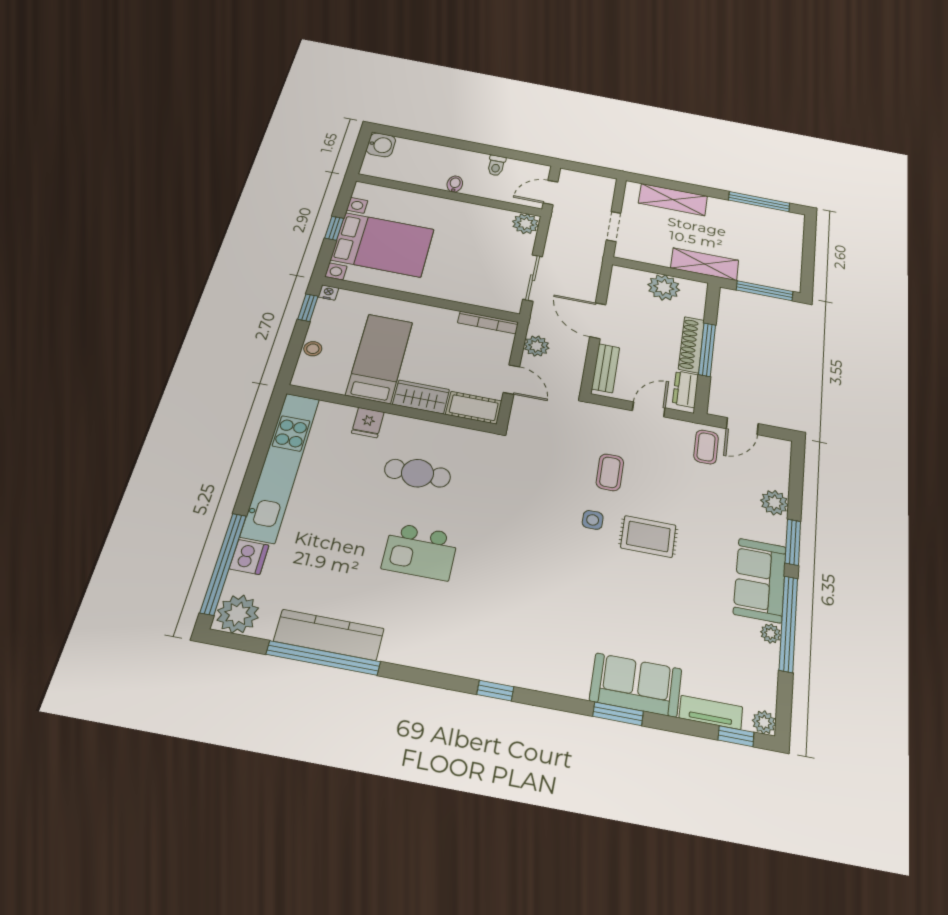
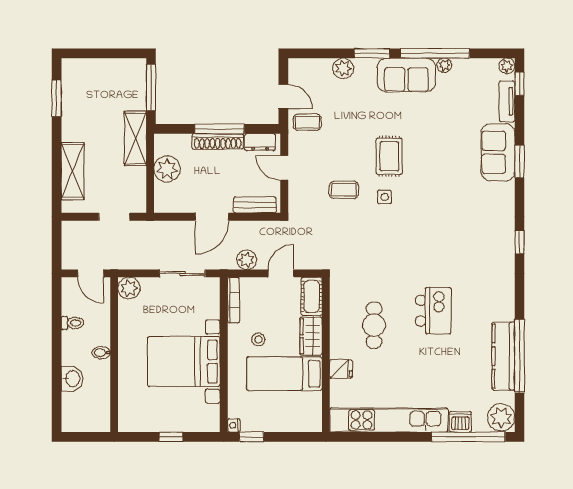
washbasin: (381, 145) -> (72, 379), moved, turned 90
window: (759, 202) -> (57, 98), width x0.69
bed with nightstands: (383, 245) -> (184, 361), moved, turned -90
stool: (313, 349) -> (258, 339), moved

